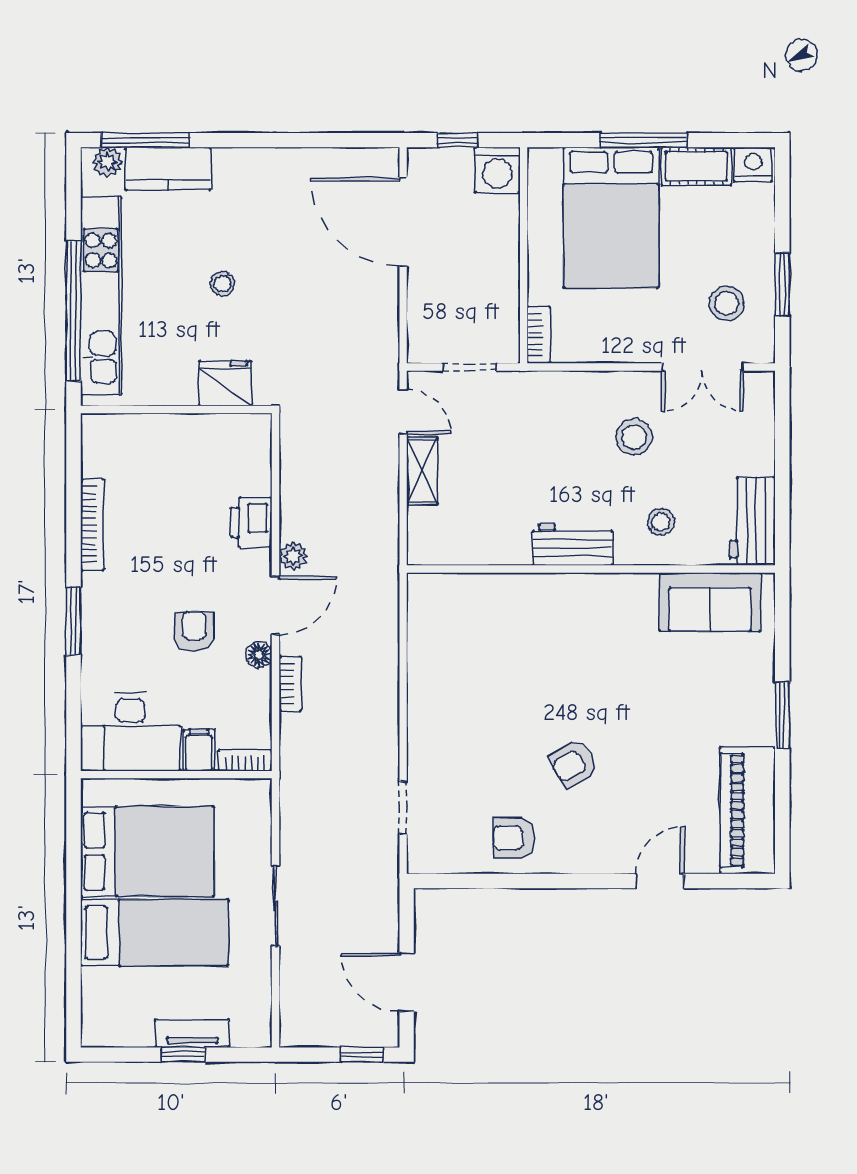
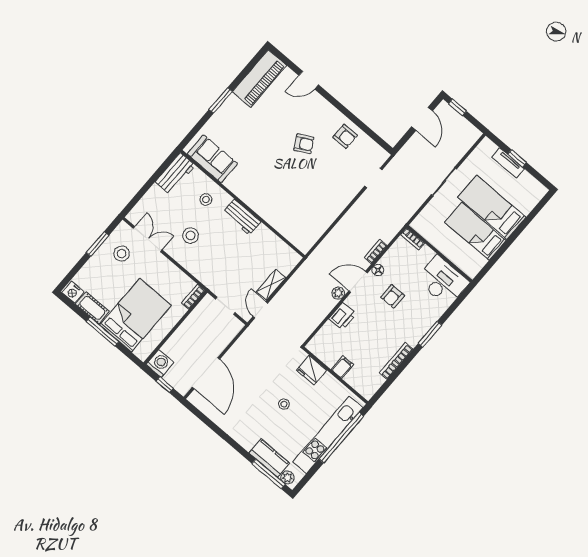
filing cabinet: (199, 750) -> (342, 367), moved, turned 180
bed: (147, 851) -> (475, 231), width x0.67

